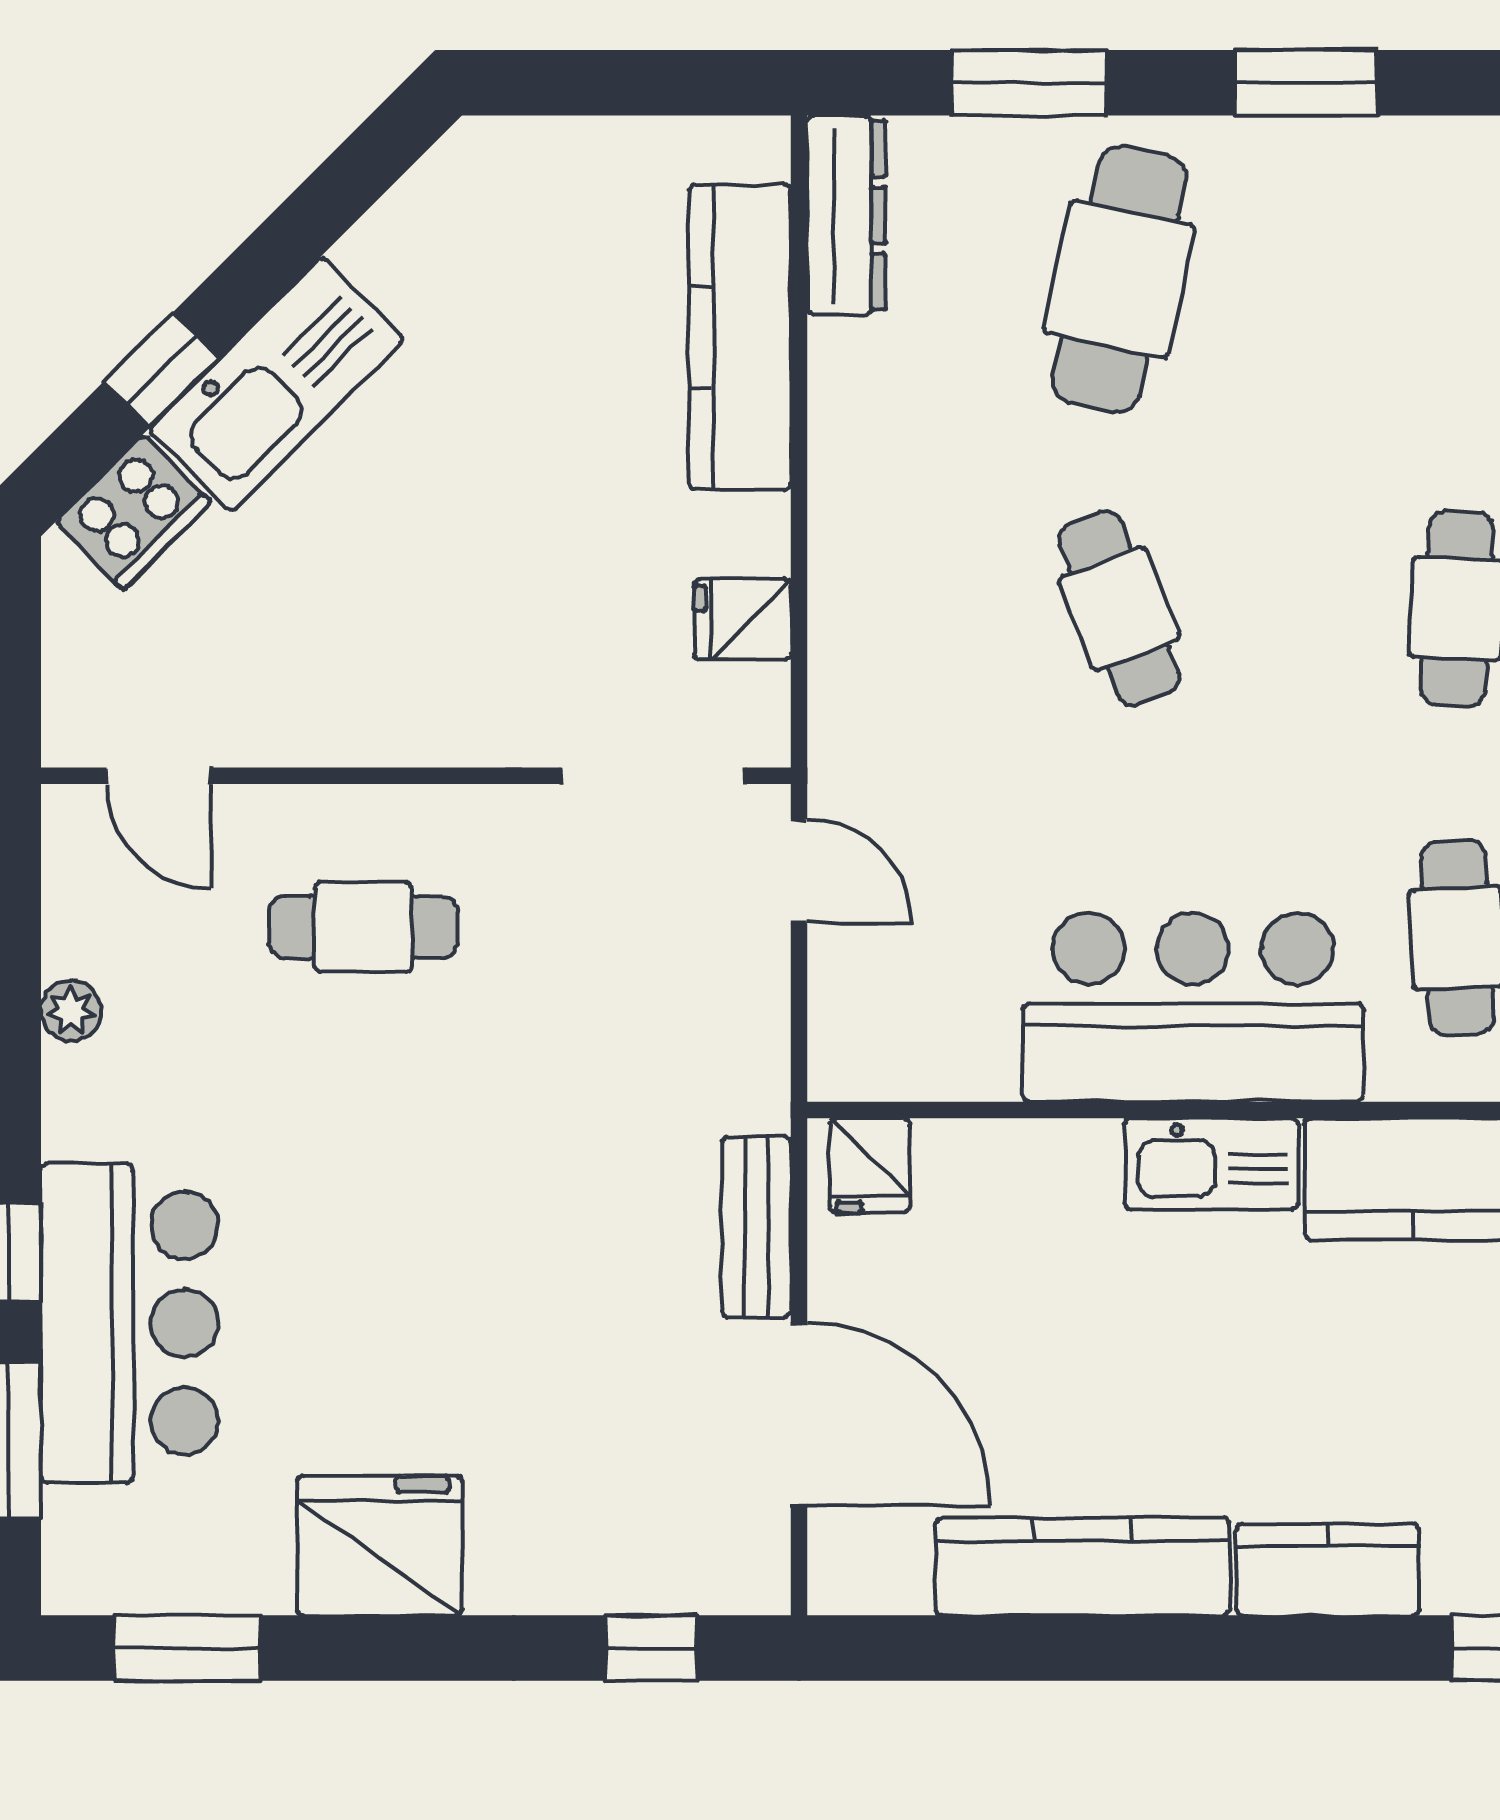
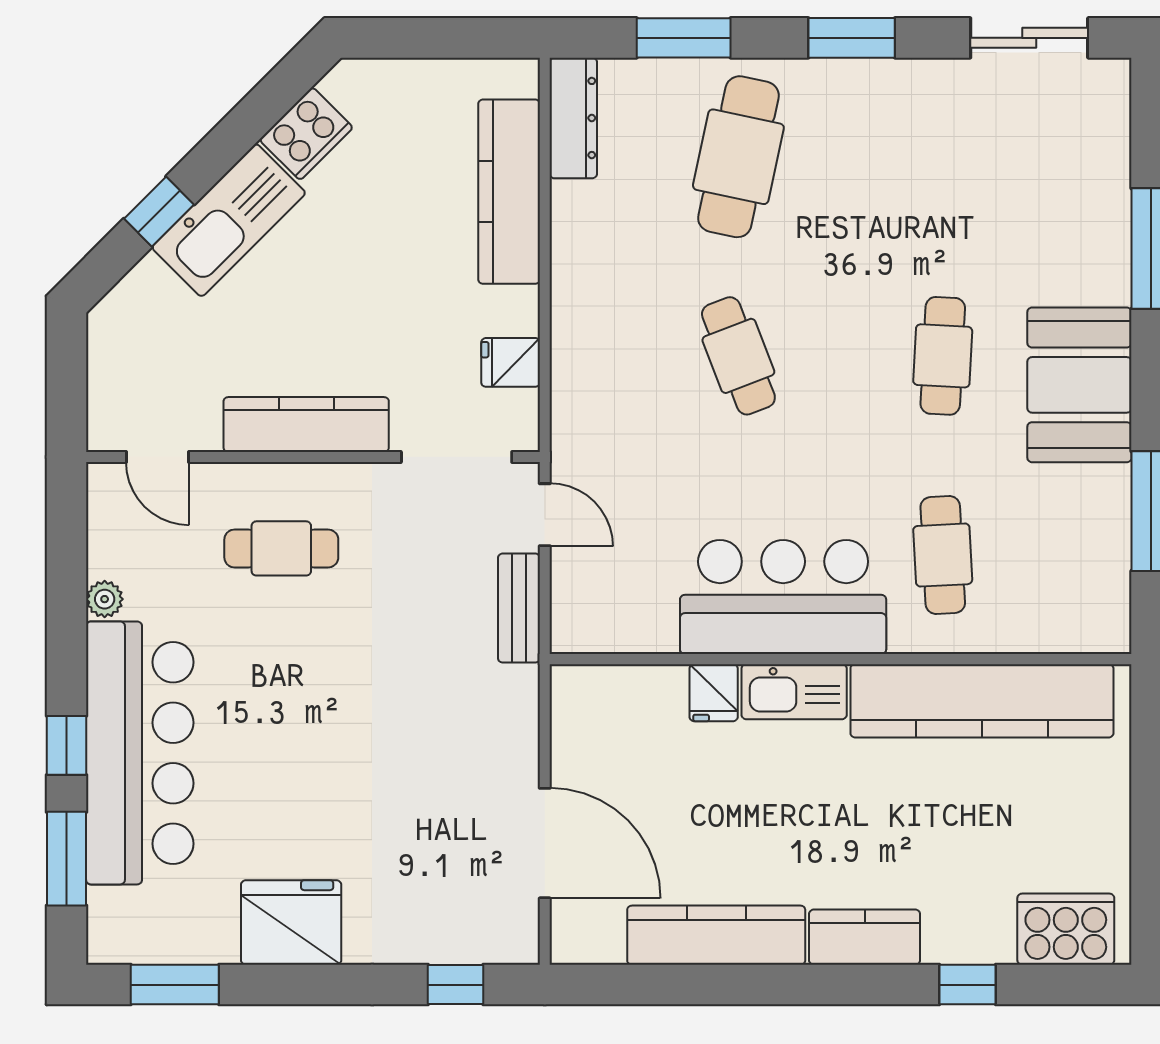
cooker: (133, 512) -> (306, 134), moved
kitchen counter: (404, 722) -> (306, 424), added
fridge: (870, 1166) -> (714, 693), moved
bench: (756, 1227) -> (519, 608), moved
bar counter: (129, 1323) -> (140, 753), width x1.36

